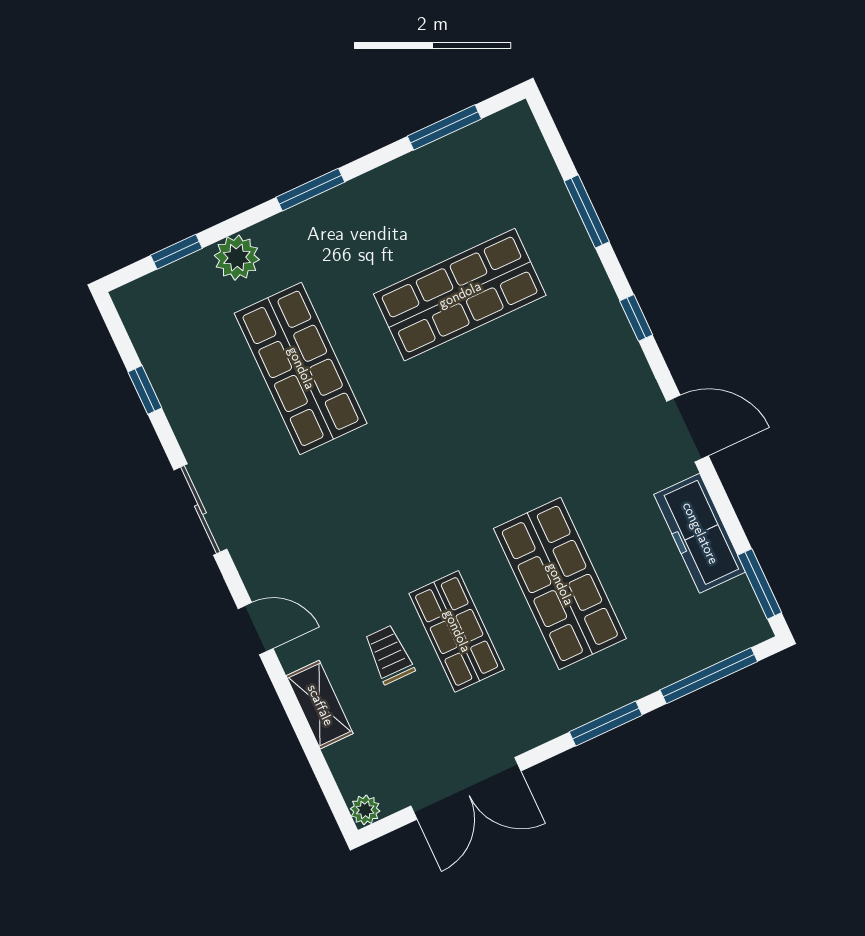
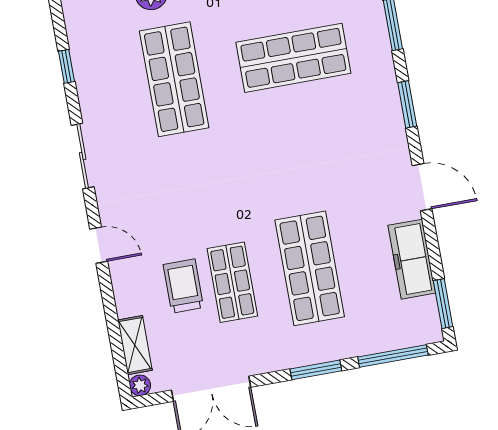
window: (636, 318) -> (407, 104), width x1.50
trolley: (389, 655) -> (183, 286), width x1.36, depth x1.39
shelving: (320, 705) -> (135, 345), moved

